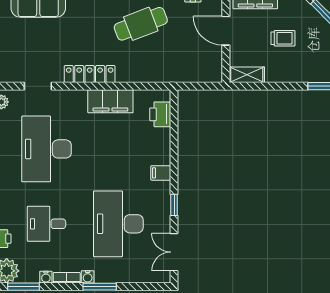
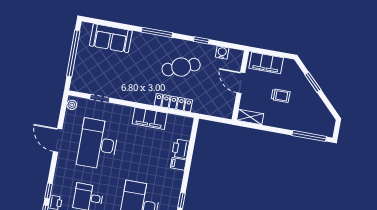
locker: (90, 74) -> (173, 103), moved
printer: (160, 114) -> (181, 149), moved
filing cabinet: (161, 173) -> (178, 164), moved

